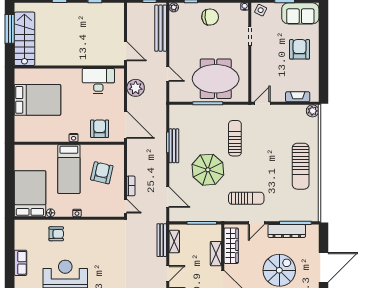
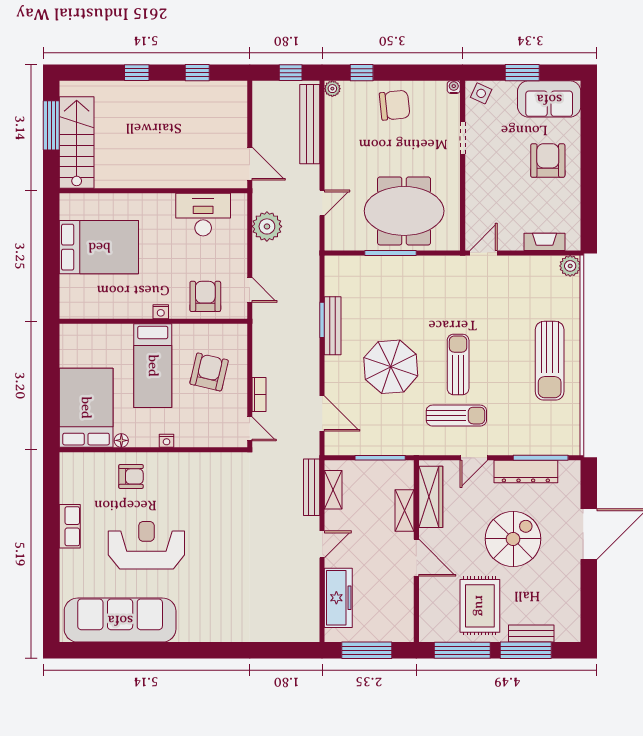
door: (168, 74) -> (322, 203), hinge flipped
door: (126, 125) -> (250, 290), width x0.53
sun lounger: (235, 138) -> (458, 364), moved

